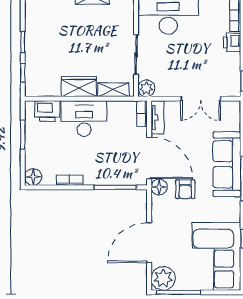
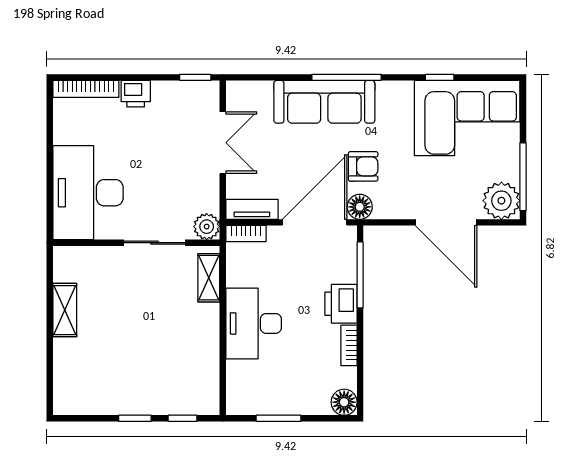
wardrobe: (79, 87) -> (204, 331), removed
printer: (47, 111) -> (341, 304), moved, turned 180

